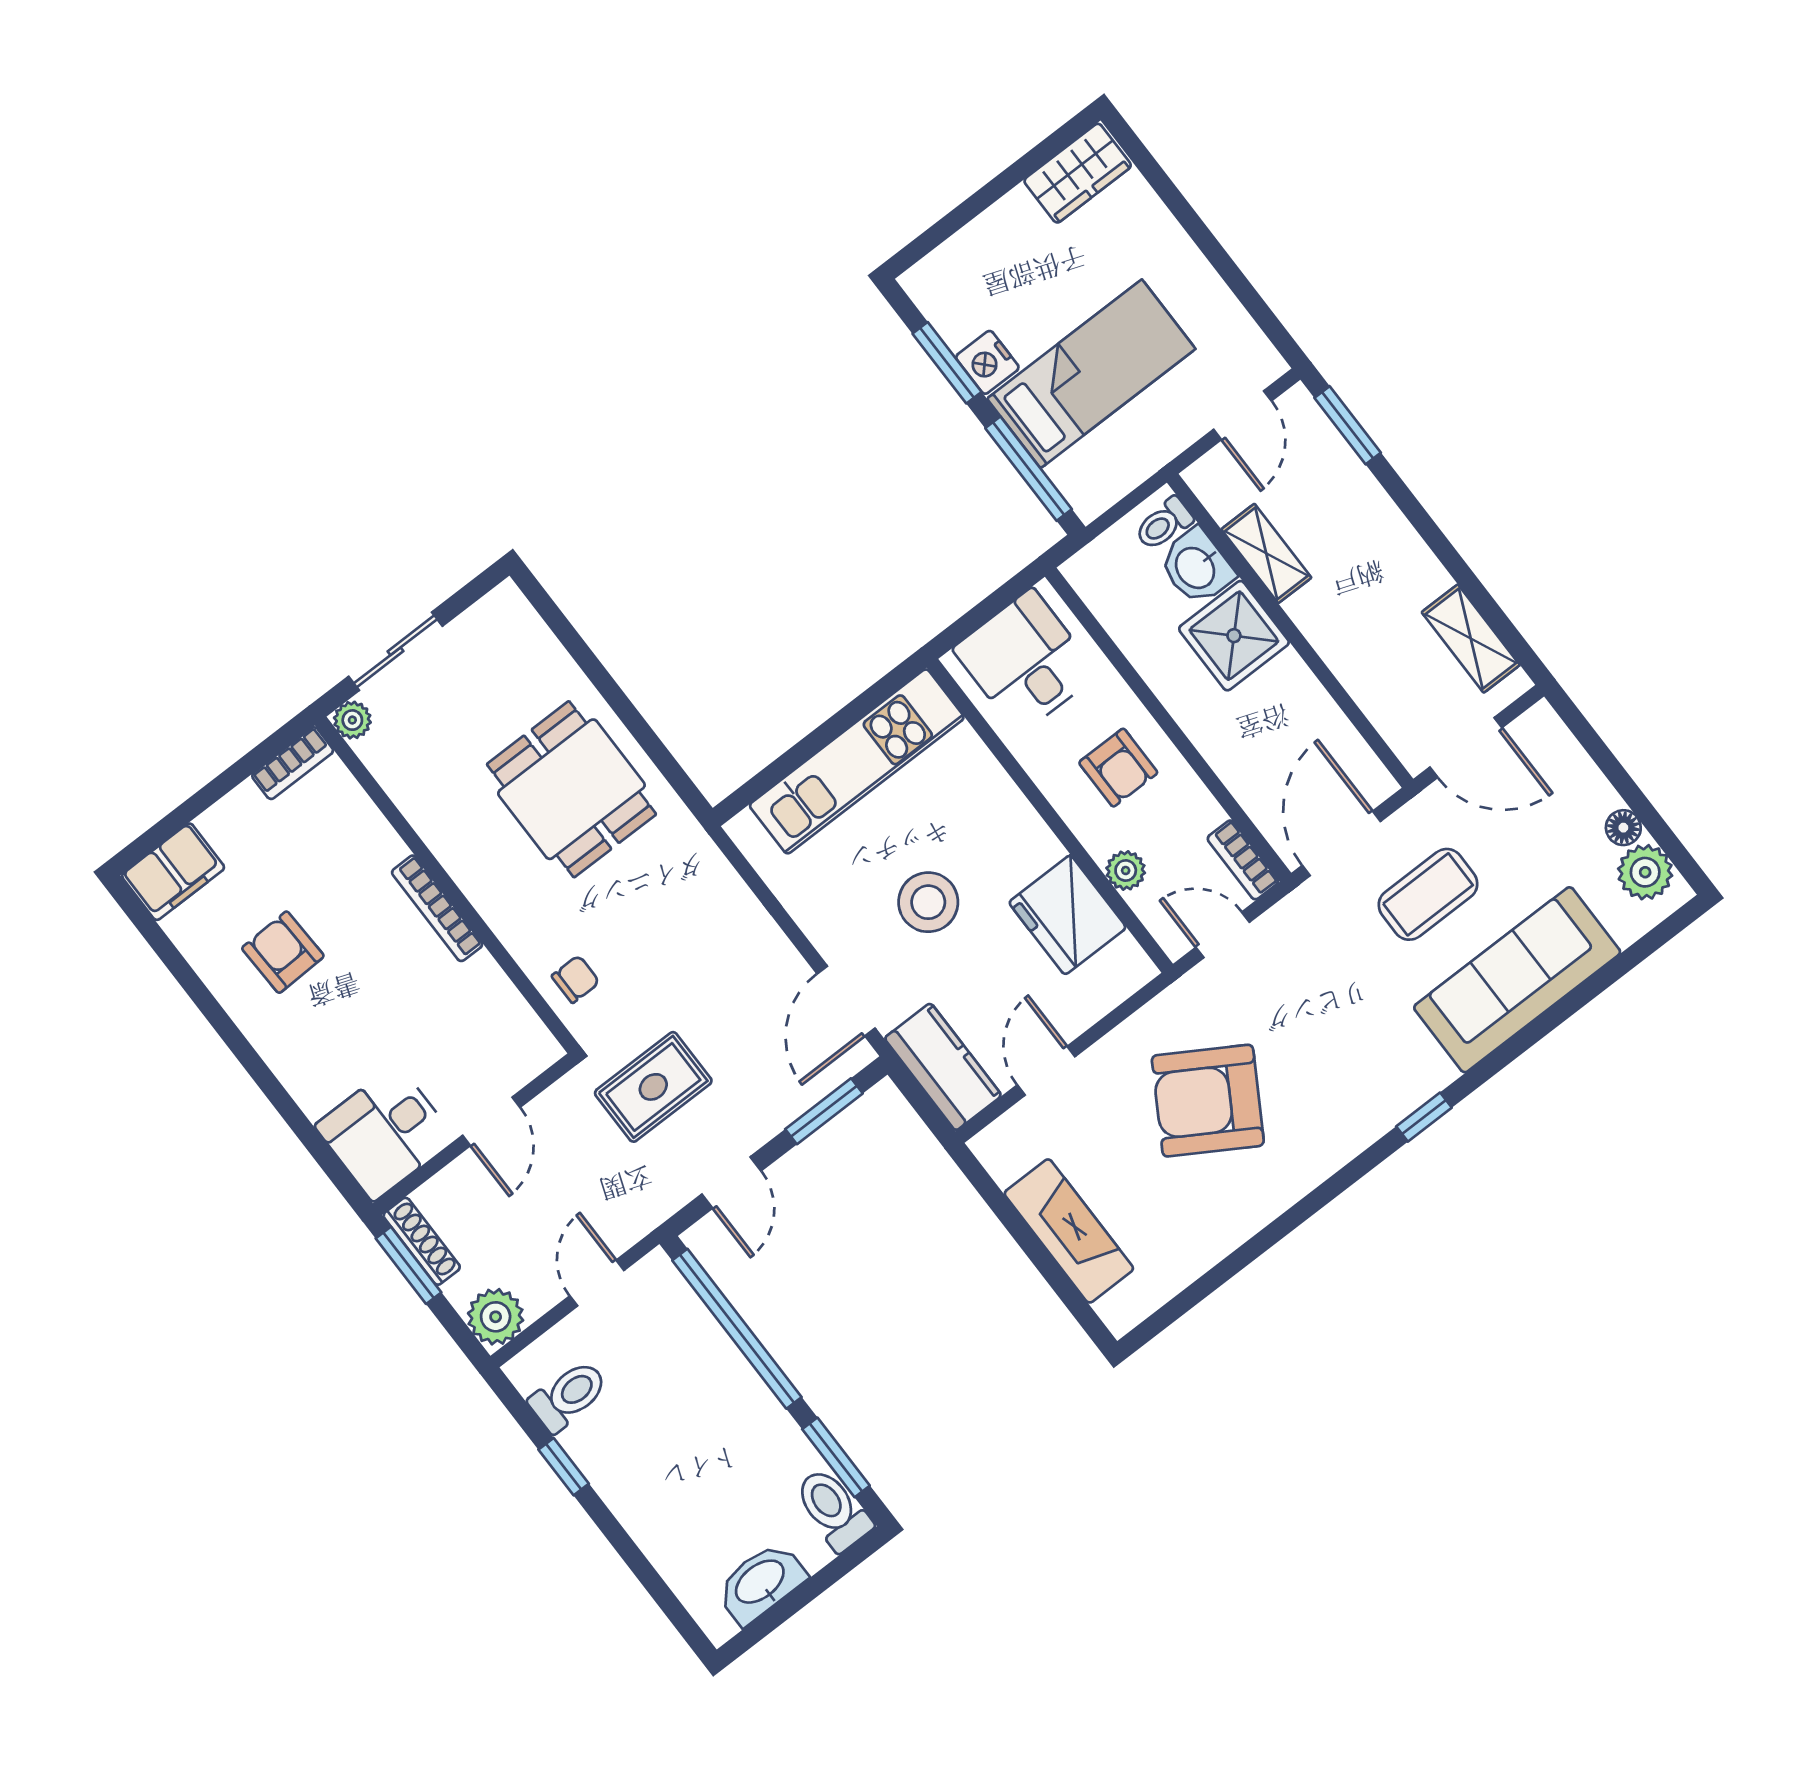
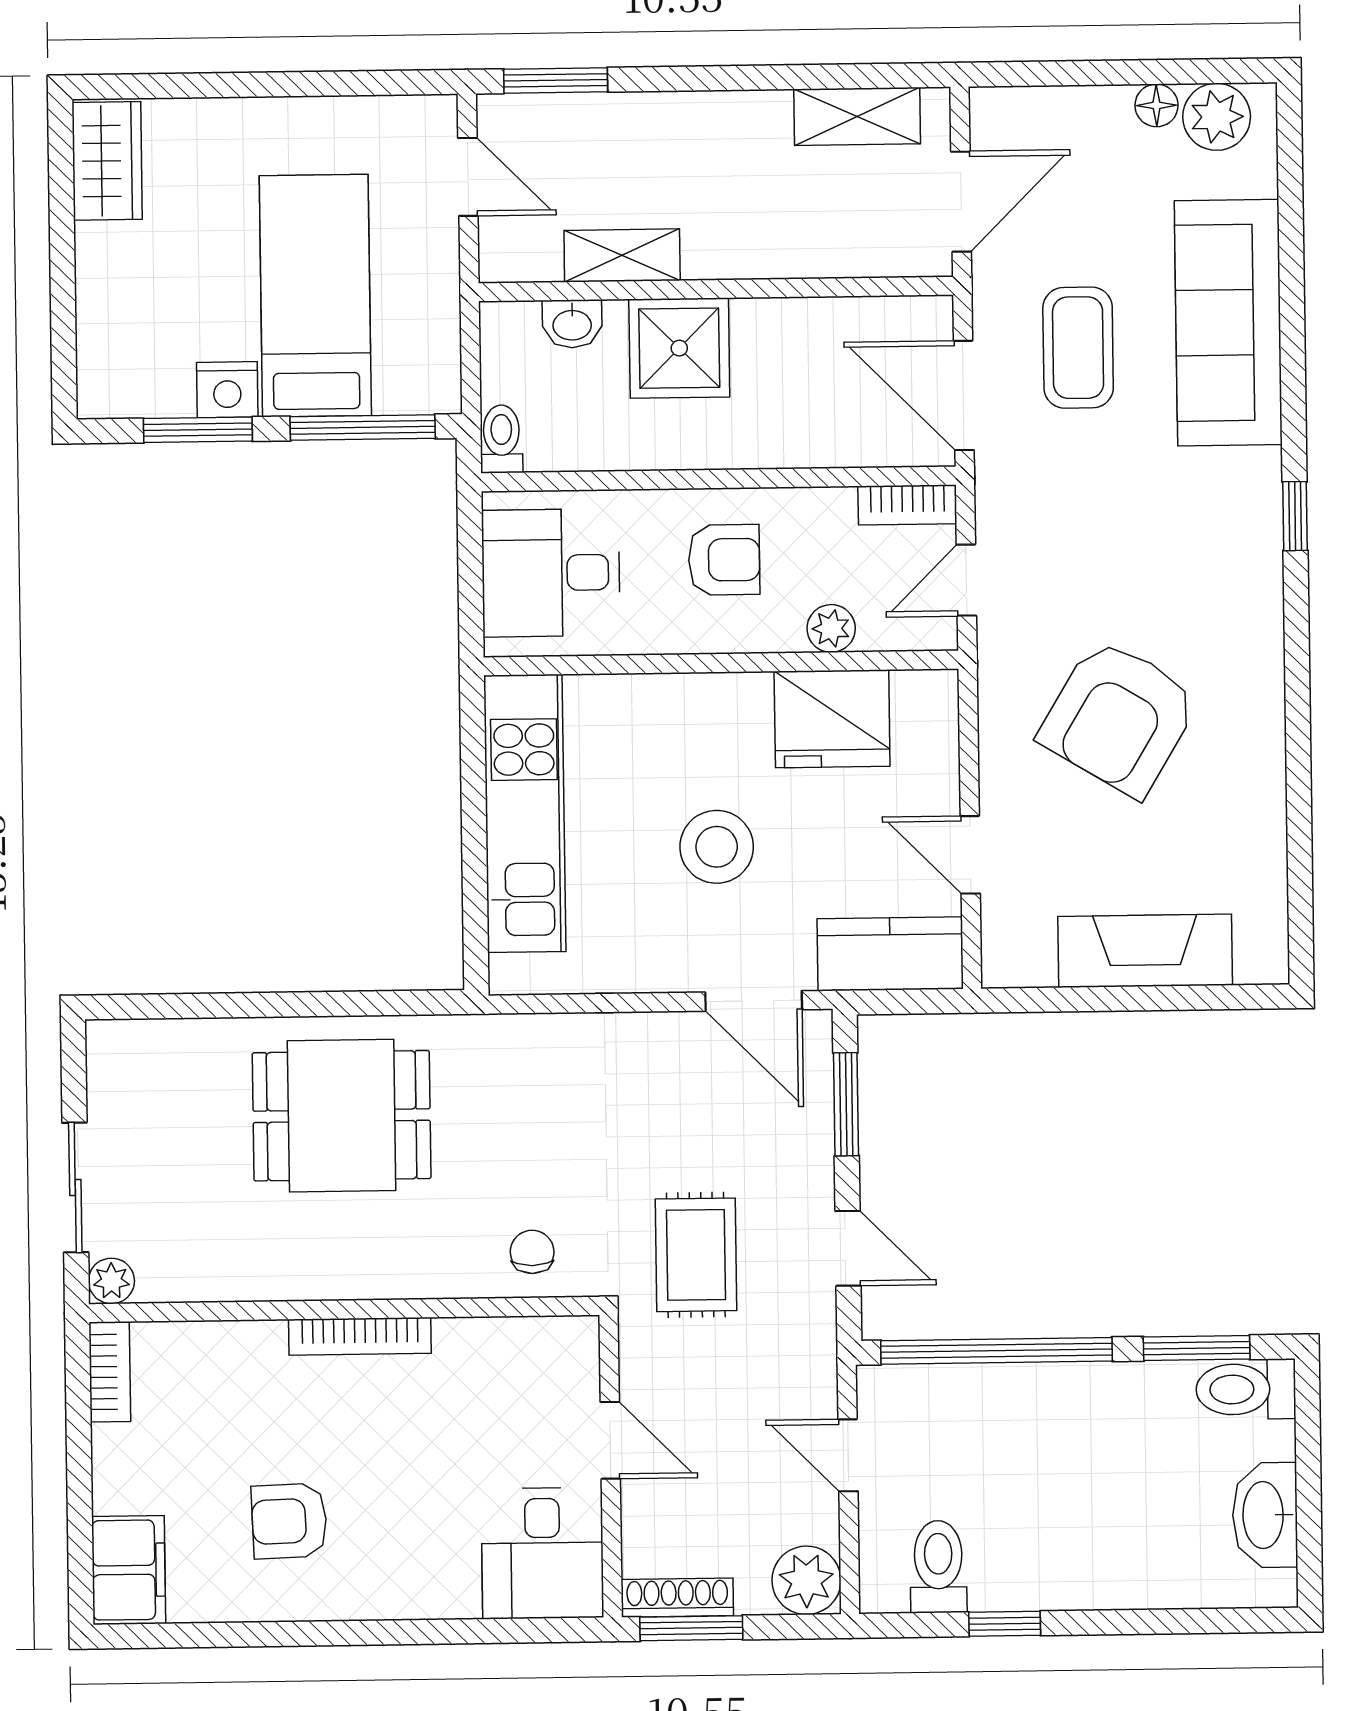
toilet: (1164, 524) -> (501, 439), moved, turned 180
washbasin: (1196, 567) -> (572, 324), width x0.72, depth x0.69

